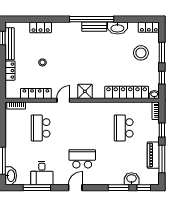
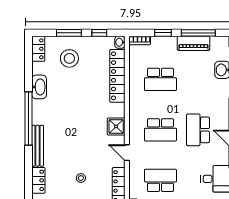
bench: (94, 27) -> (38, 146), moved, width x1.36
school desk: (41, 128) -> (160, 180), turned 180
school desk: (82, 128) -> (160, 130), added

